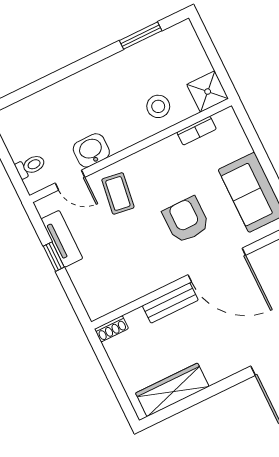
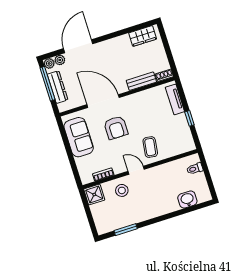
washbasin: (91, 150) -> (187, 200), moved, turned 180
door: (70, 180) -> (136, 170), moved
tv unit: (62, 239) -> (175, 99), moved
bench: (170, 303) -> (141, 81), moved
wardrobe: (172, 390) -> (143, 36), width x0.67

